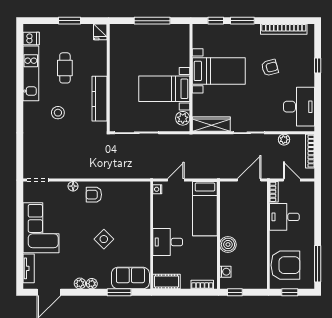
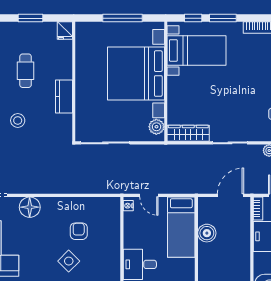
armchair: (270, 68) -> (253, 70), removed
bed with nightstands: (219, 71) -> (197, 50), moved
bed with nightstands: (164, 89) -> (136, 74), width x1.85
kitchen counter: (100, 99) -> (64, 97), width x0.67
door: (176, 180) -> (149, 195), swing flipped
floor lamp: (73, 186) -> (30, 207), width x1.89, depth x1.89
armchair: (94, 195) -> (79, 231), moved, turned 90
boiler: (228, 245) -> (207, 233), moved

